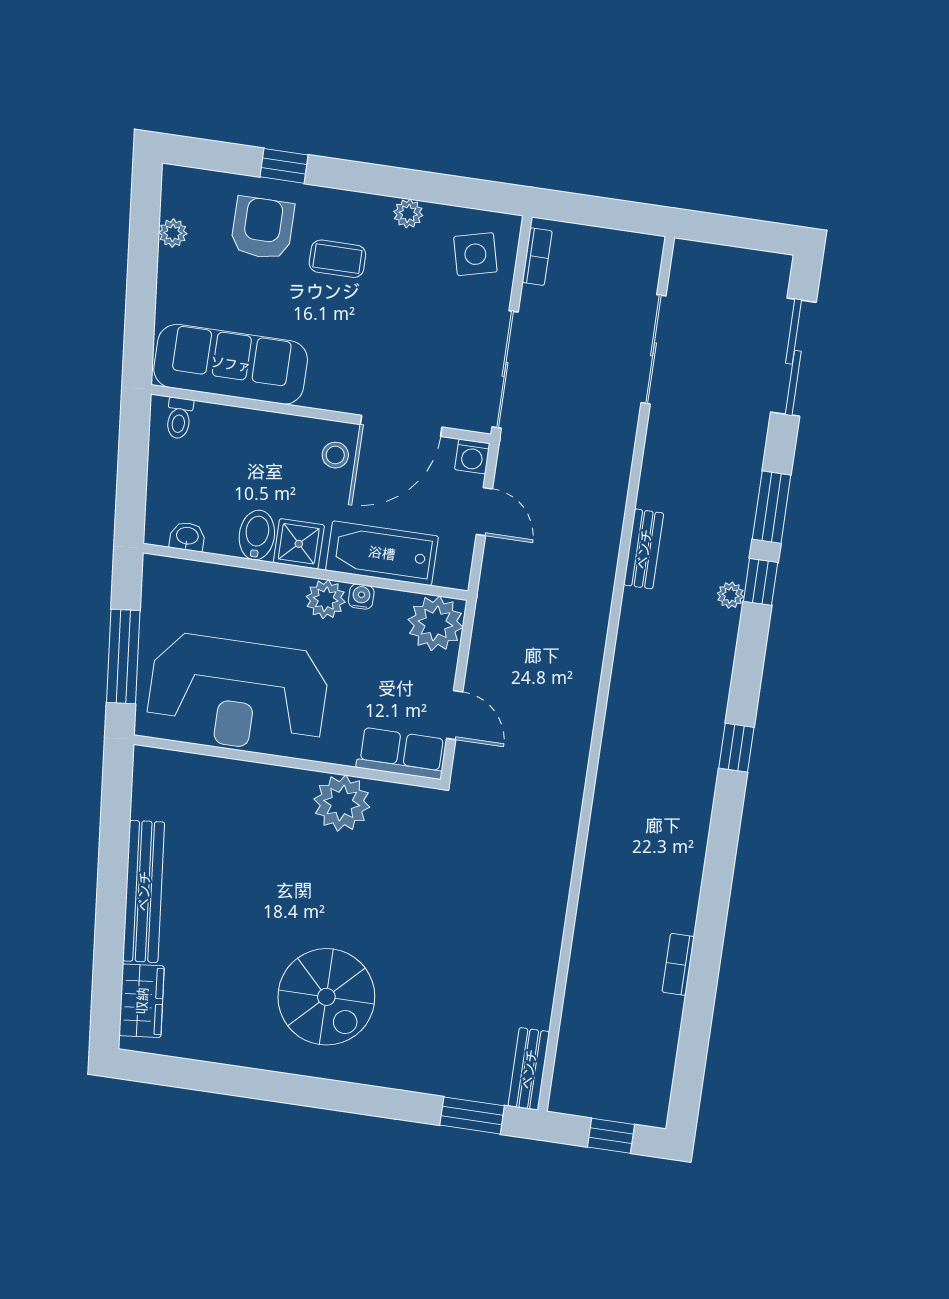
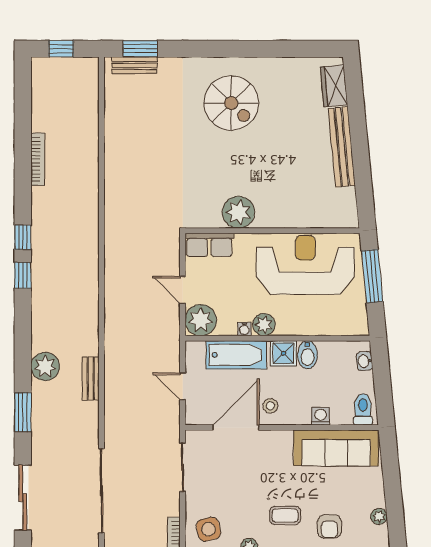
armchair: (262, 228) -> (329, 527), width x0.72, depth x0.72
sliding door: (653, 349) -> (101, 491), width x1.36
sliding door: (505, 369) -> (183, 467), width x0.73
toilet: (179, 418) -> (363, 409), width x1.37, depth x1.39
washing machine: (472, 456) -> (321, 416), moved
washbasin: (187, 537) -> (364, 361), moved, turned 85
window: (761, 582) -> (23, 237), moved
plant: (730, 595) -> (45, 367), width x1.88, depth x1.88
door: (455, 715) -> (183, 290), moved
bookcase: (678, 964) -> (38, 159), width x1.56
spiral stairs: (326, 997) -> (231, 103), turned 180
bench: (529, 1069) -> (134, 65), moved, turned 90

